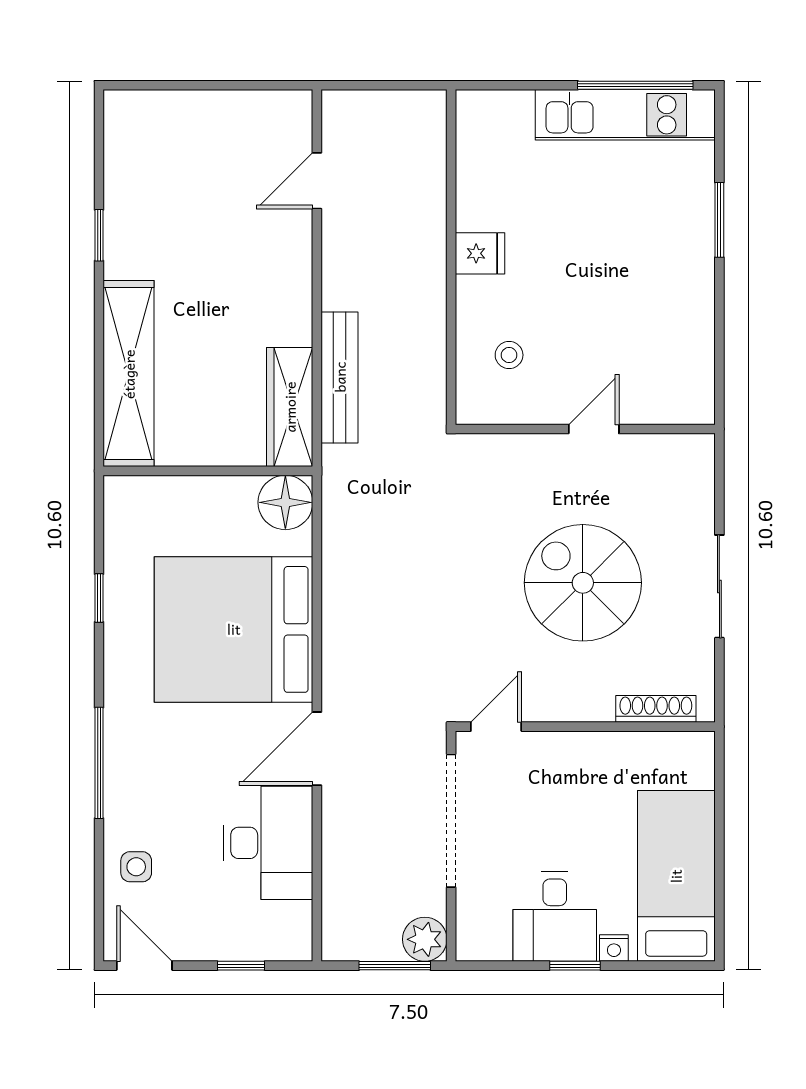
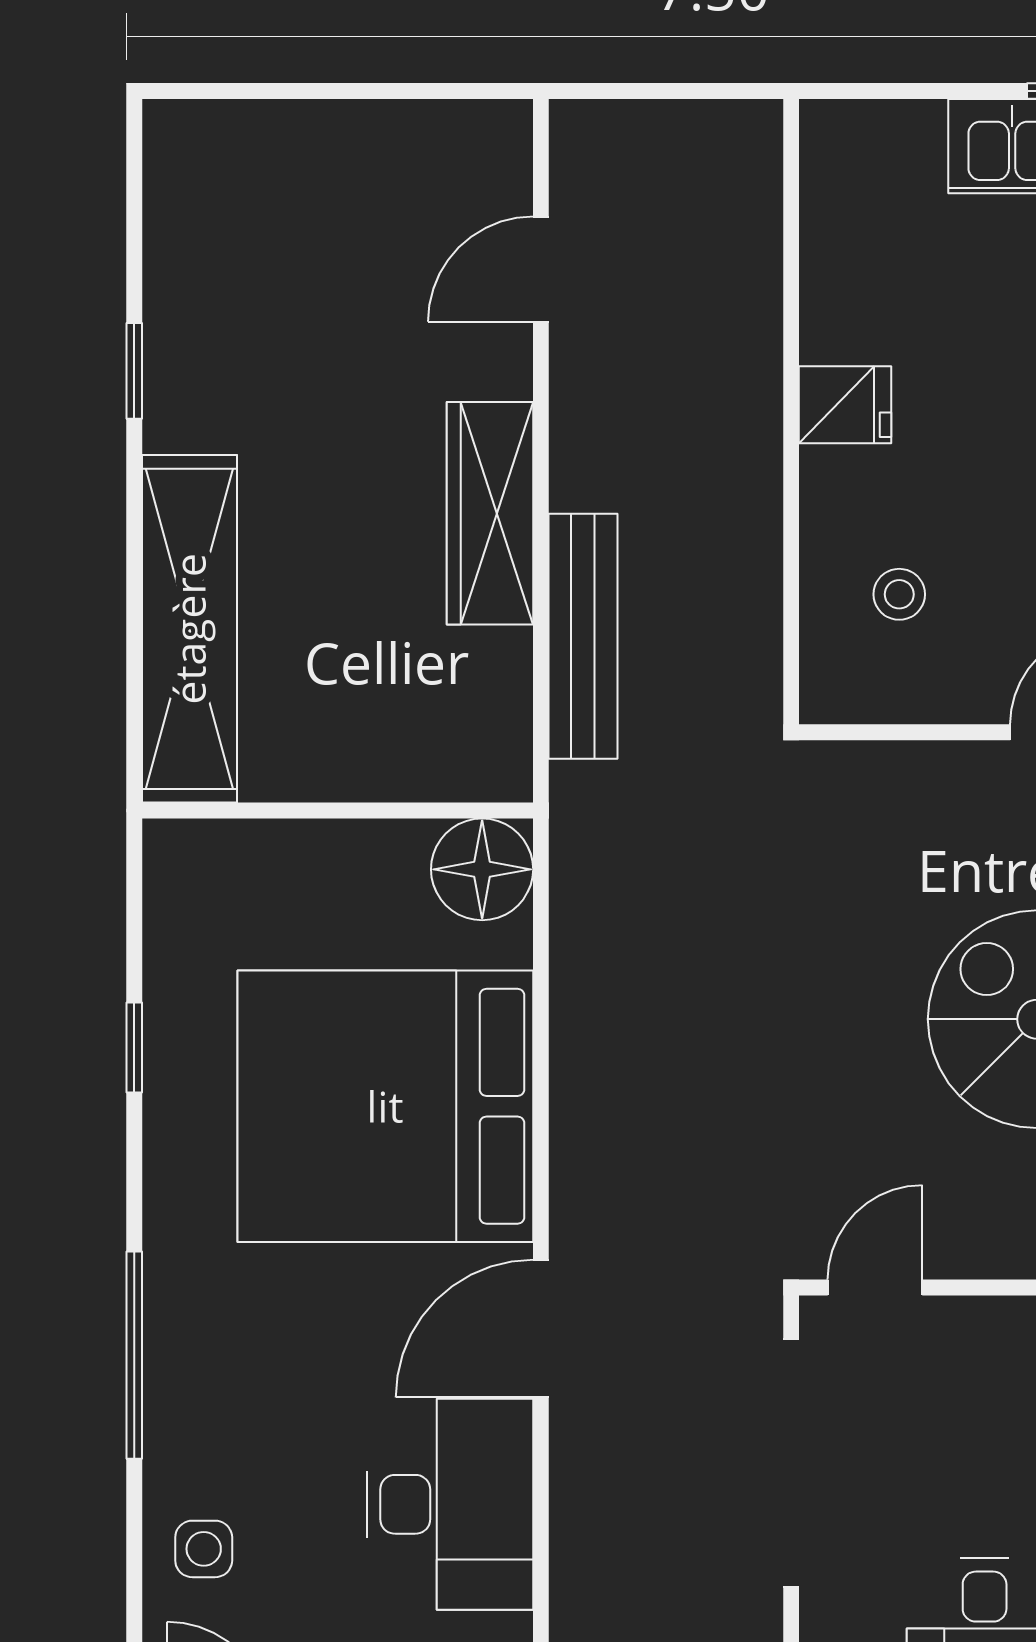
wardrobe: (290, 407) -> (490, 513), moved

